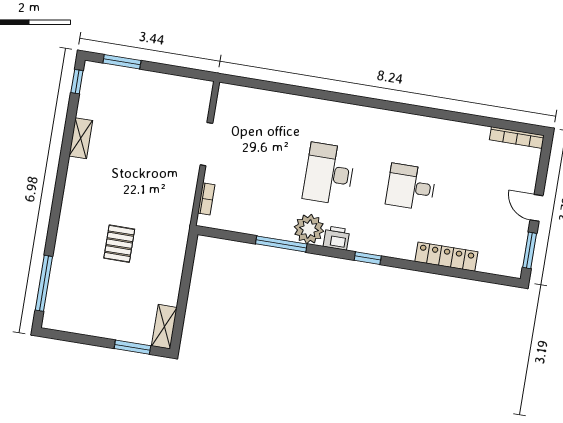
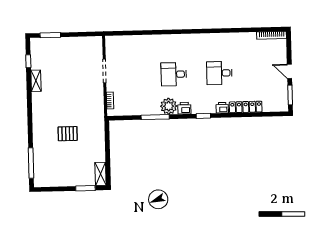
window: (77, 82) -> (28, 61), moved
desk: (329, 174) -> (174, 74), width x0.73
pallet: (119, 244) -> (68, 134), turned 90
printer: (404, 250) -> (222, 108), added

